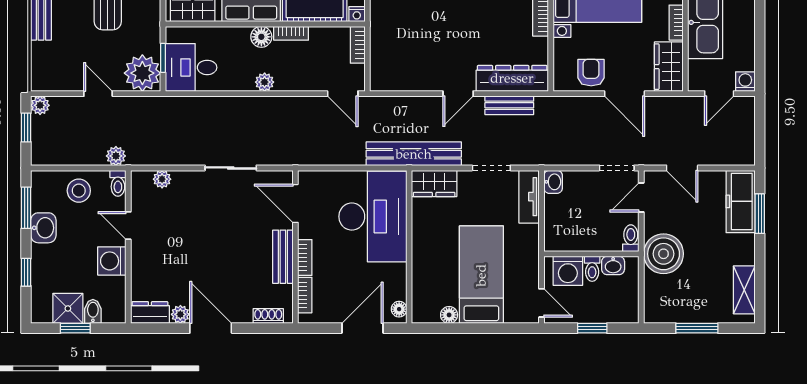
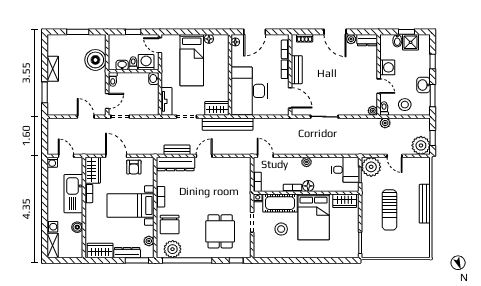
door: (719, 94) -> (66, 156), hinge flipped
plant: (40, 105) -> (421, 145), width x1.87, depth x1.87
plant: (162, 179) -> (373, 111), moved
washbasin: (553, 182) -> (154, 79), moved
freezer: (741, 201) -> (55, 99), removed
boiler: (664, 254) -> (95, 60), moved
shelving: (744, 290) -> (53, 69), moved

